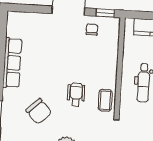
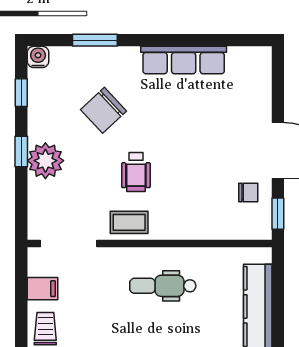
wheelchair: (76, 95) -> (136, 172), turned 90

